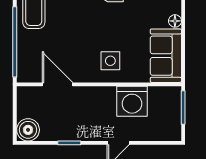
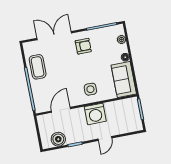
door: (58, 84) -> (61, 110), hinge flipped
washing machine: (132, 101) -> (95, 114), moved
boiler: (28, 130) -> (58, 139), moved

